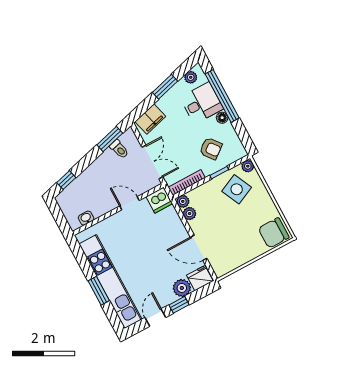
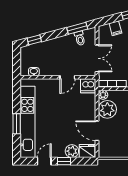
filing cabinet: (150, 119) -> (115, 28), width x0.50
door: (130, 203) -> (67, 77), swing flipped
plant: (190, 214) -> (107, 109), width x1.87, depth x1.87

